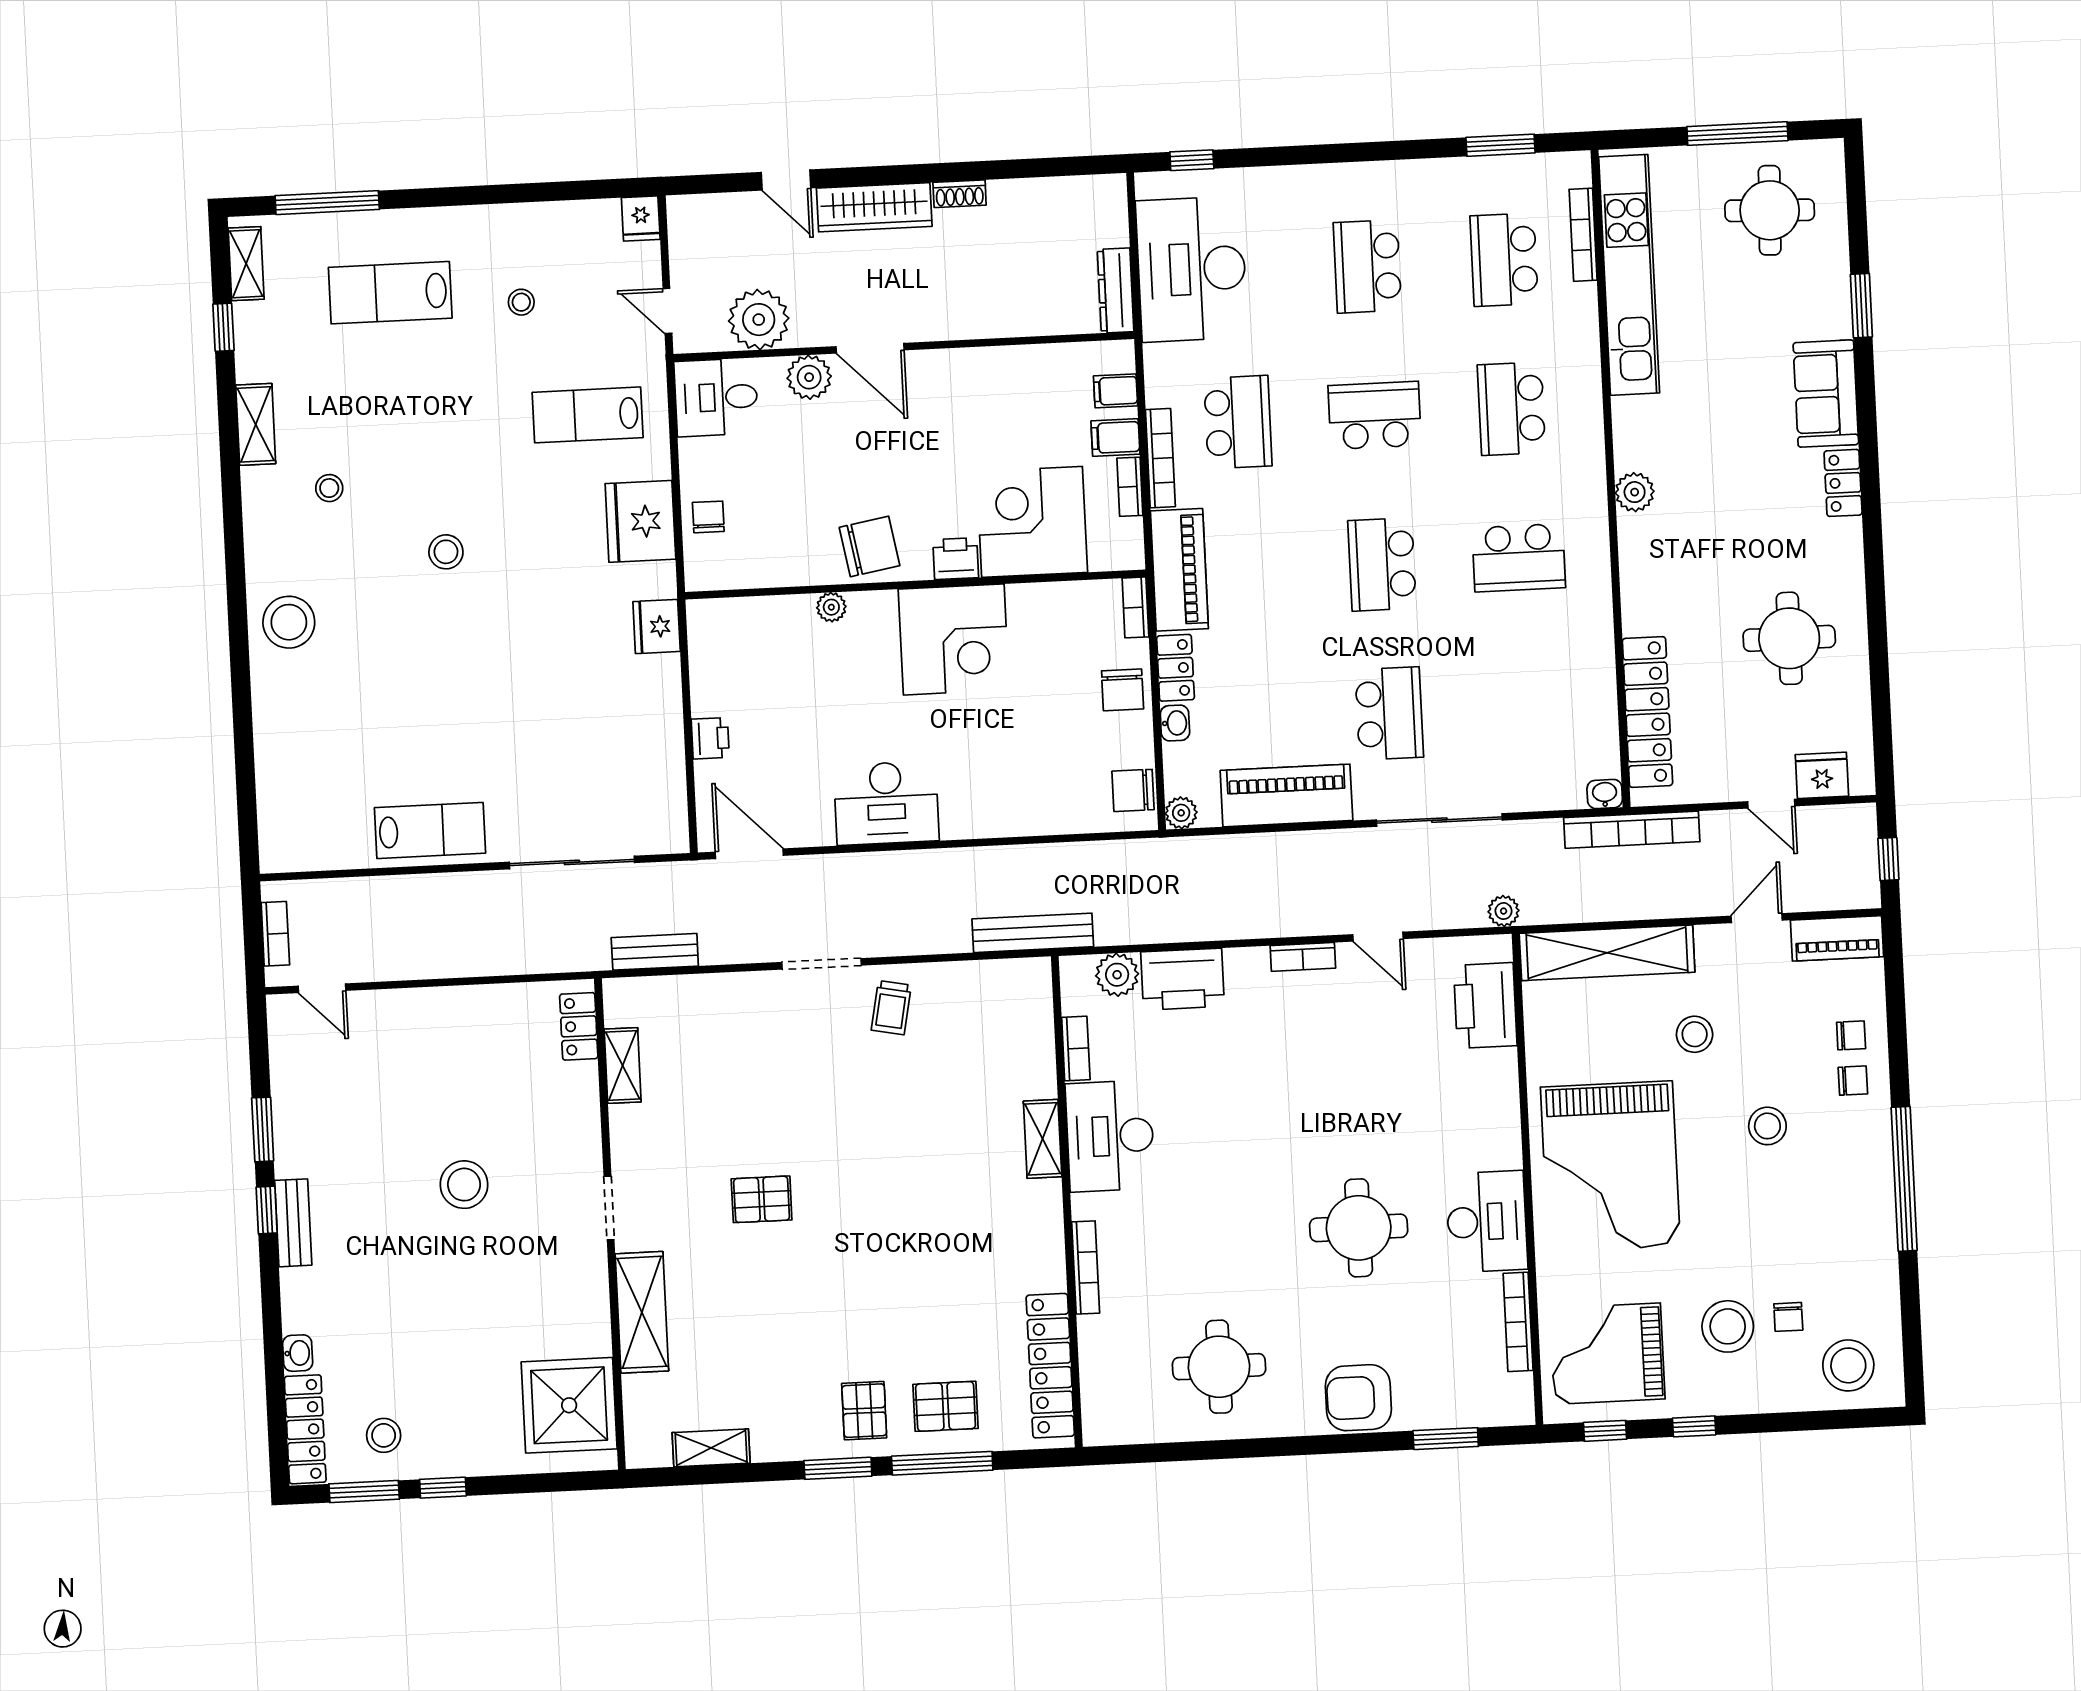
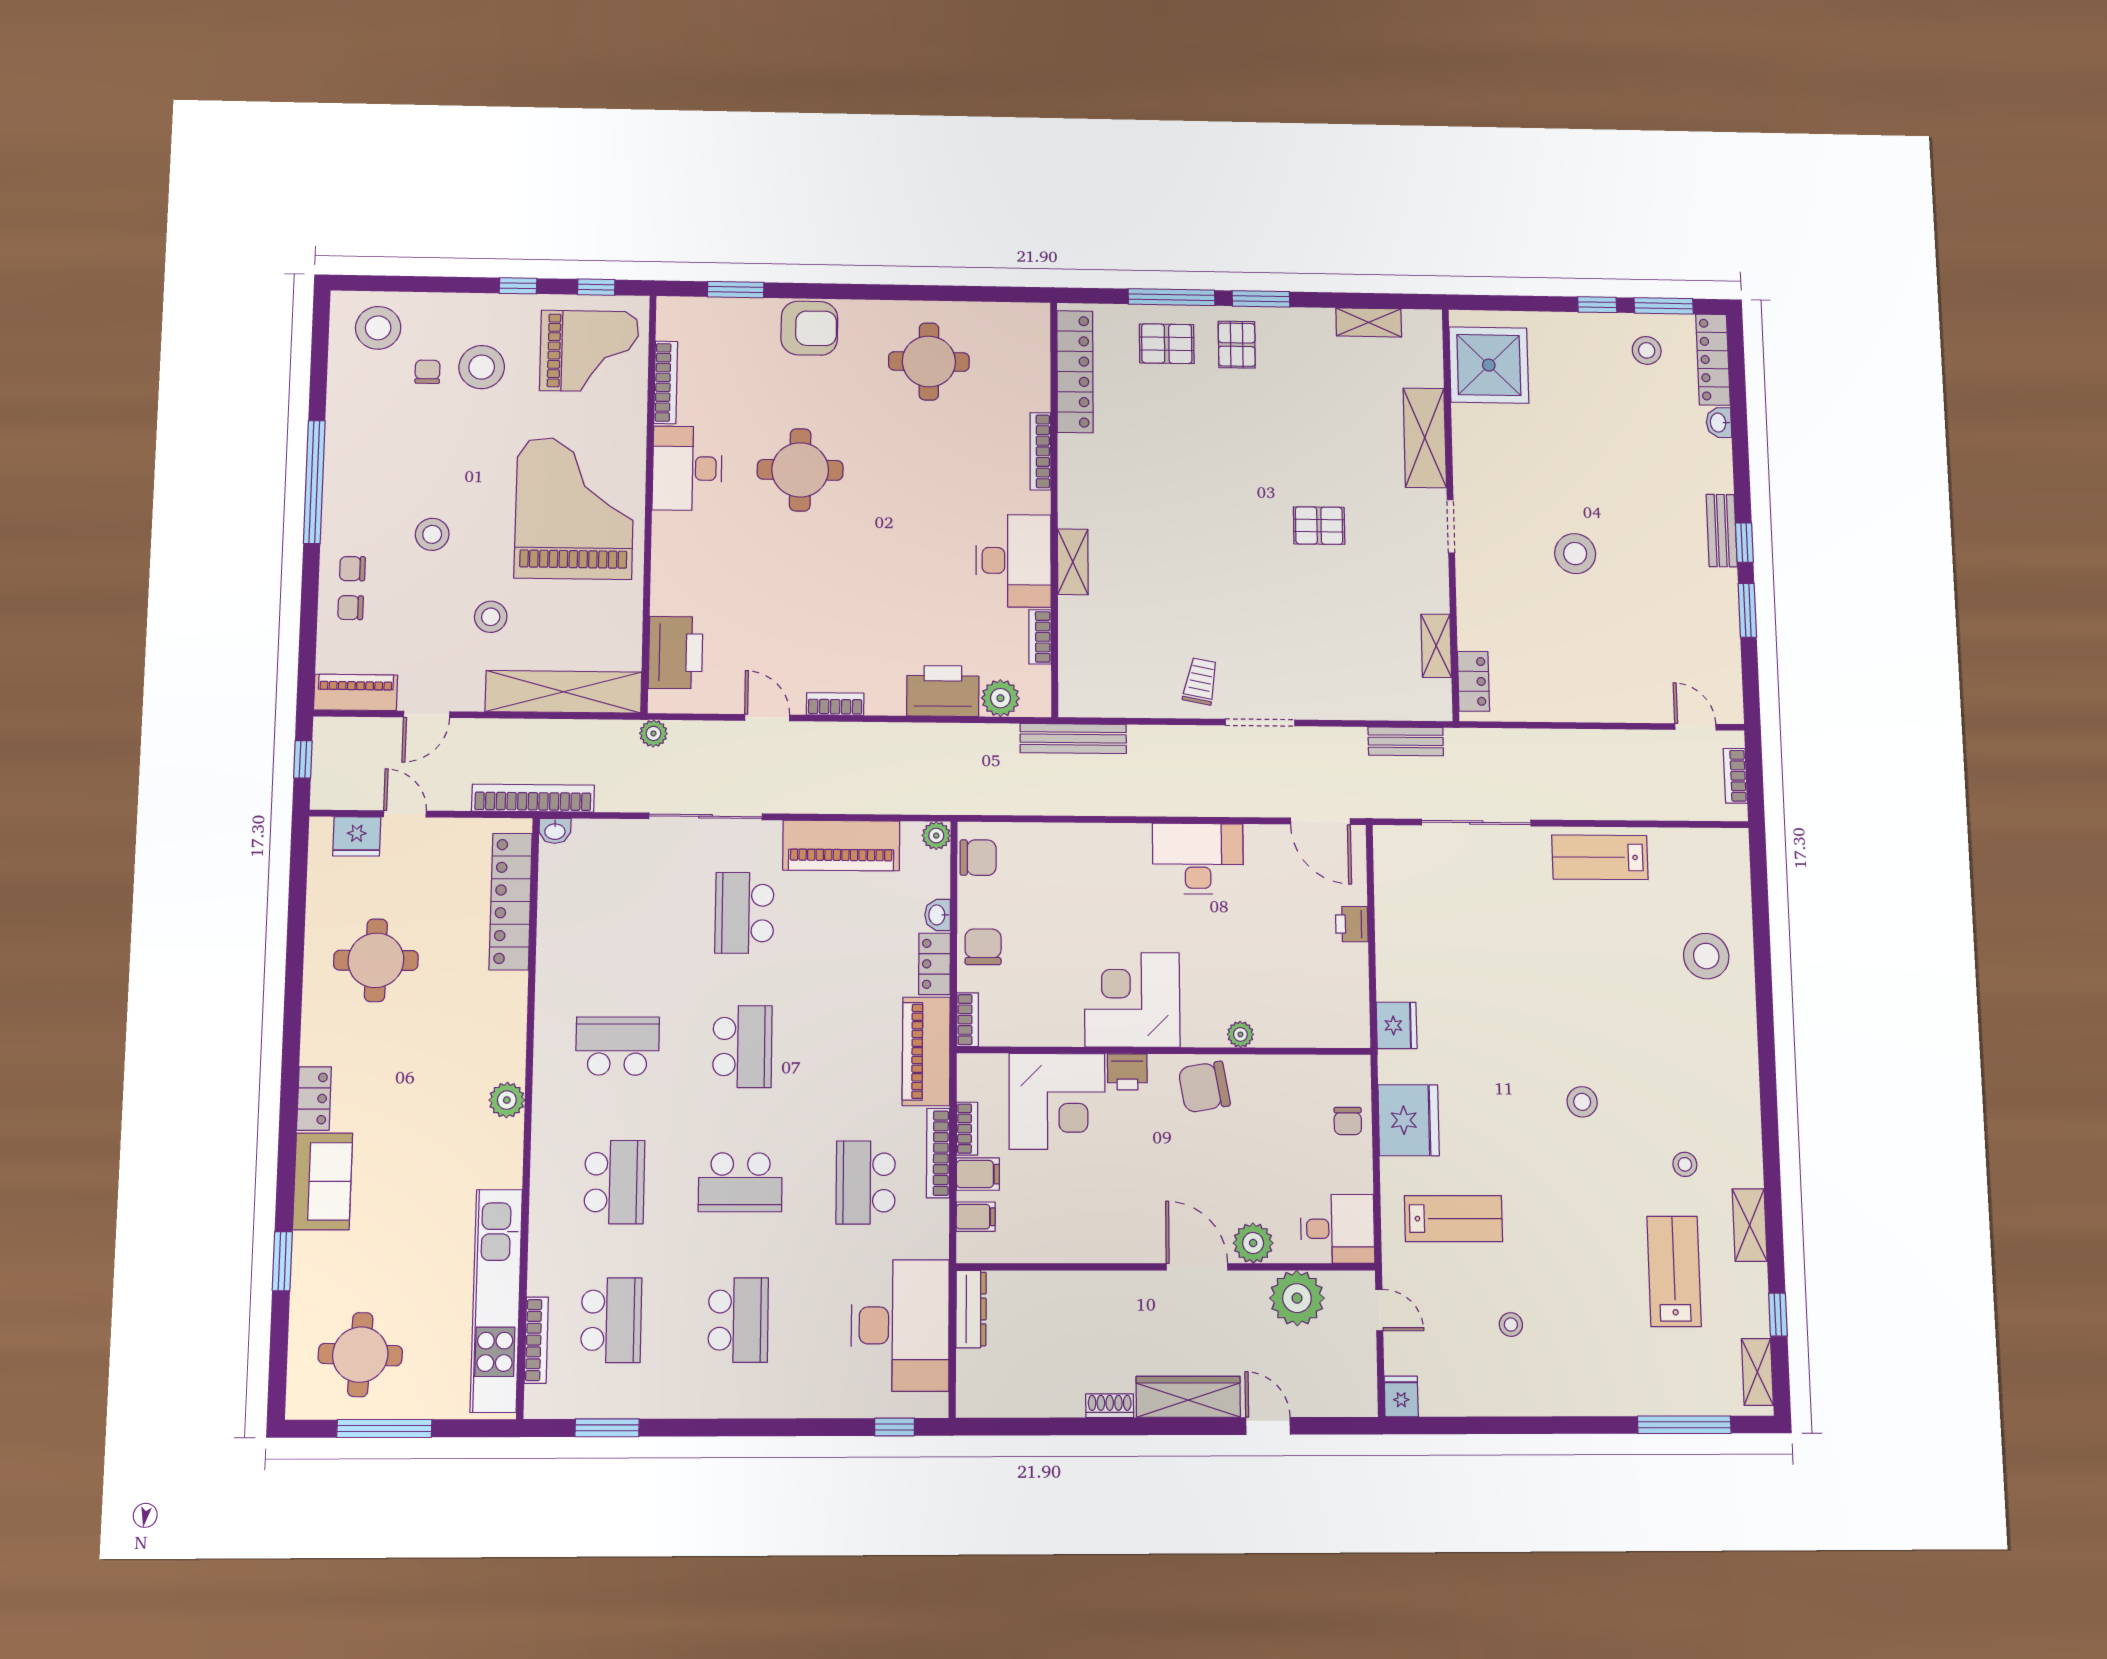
lab bench: (390, 293) -> (1674, 1271), moved, turned -90
stool: (289, 622) -> (1706, 956), moved

